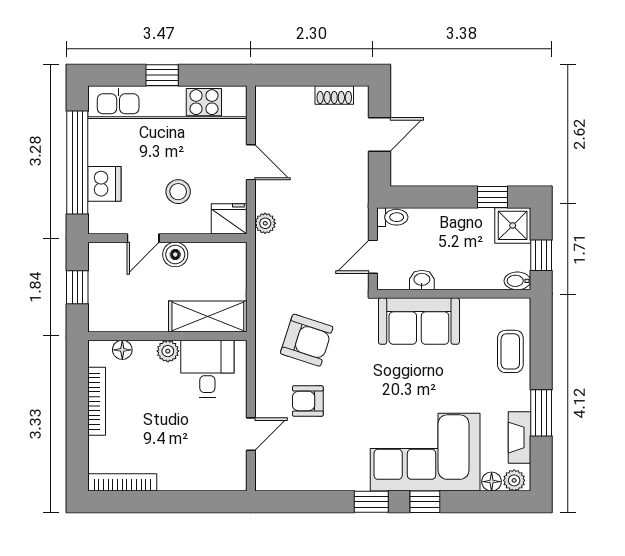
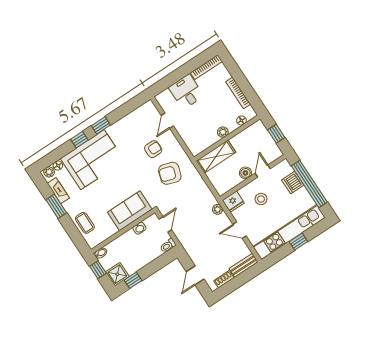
bench: (284, 97) -> (244, 265), added
desk: (207, 369) -> (186, 92), moved, turned 180

